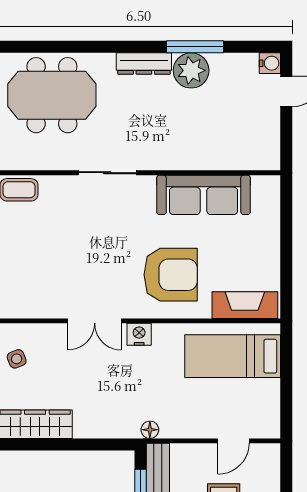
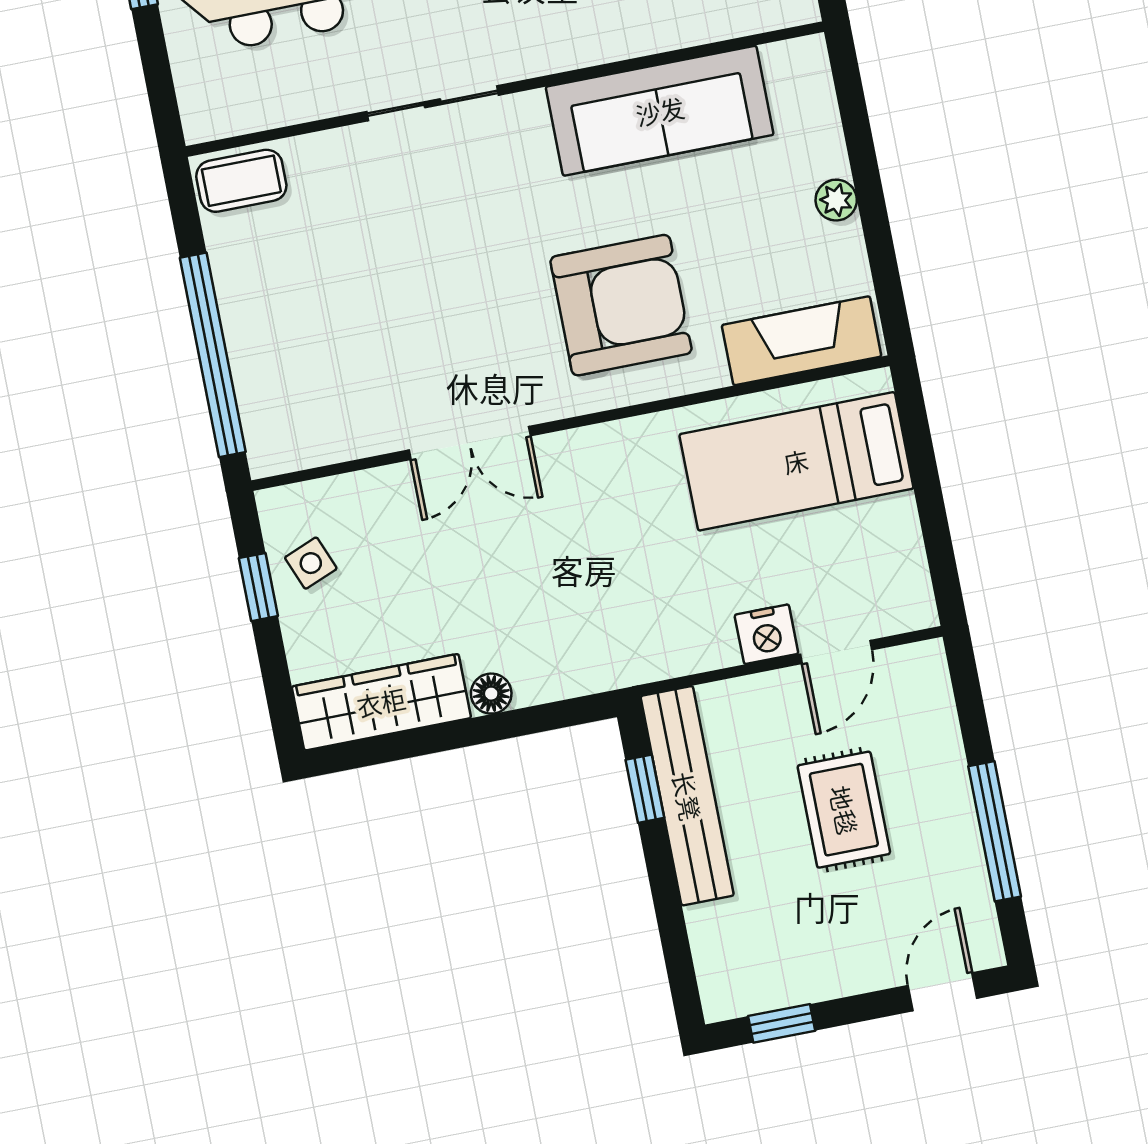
plant: (271, 248) -> (836, 200), added
nightstand: (139, 334) -> (766, 634), moved, turned 180
floor lamp: (150, 430) -> (491, 694), moved

